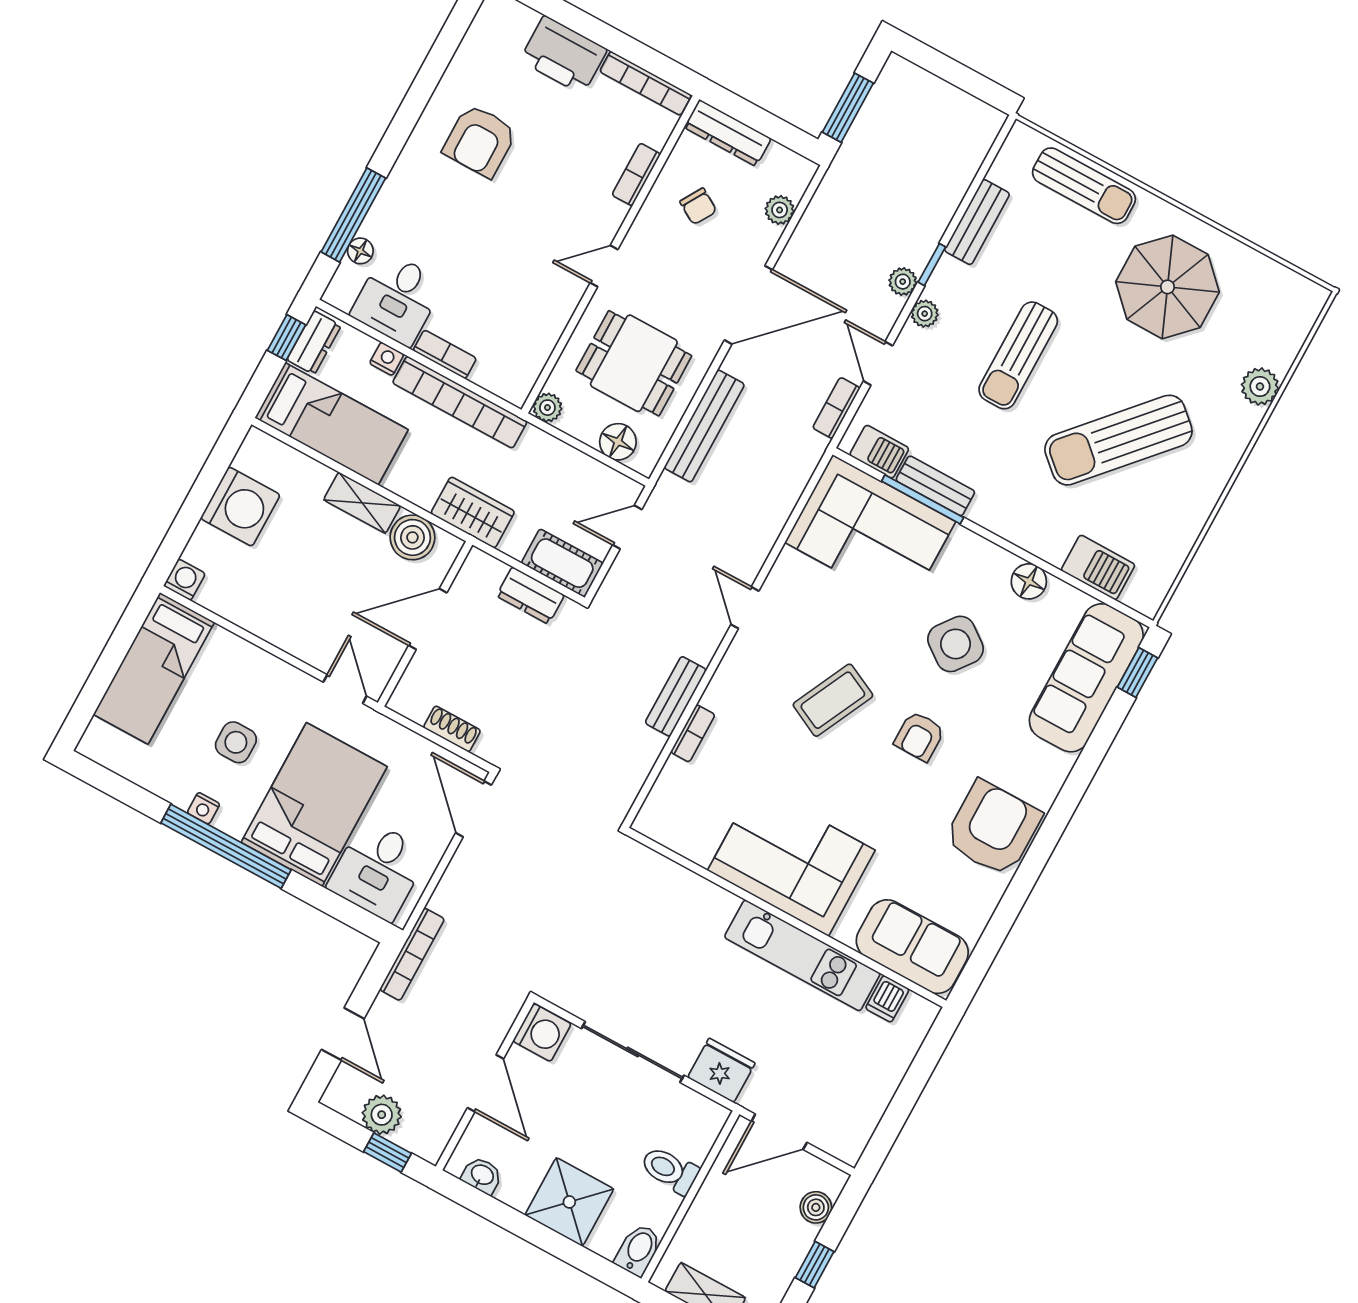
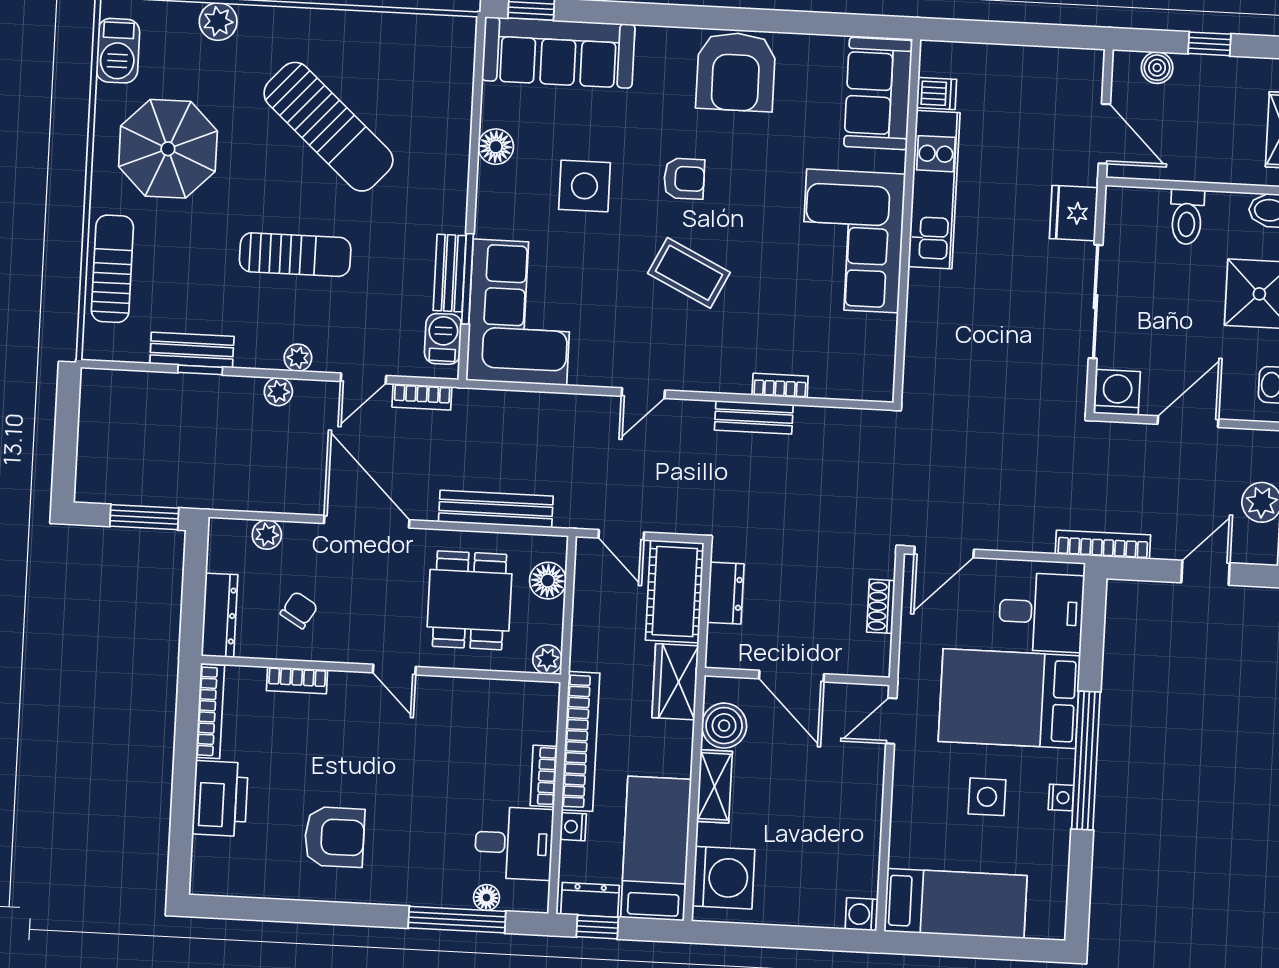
window: (932, 265) -> (200, 370), moved
washing machine: (240, 507) -> (723, 878), moved, turned 90
cot: (562, 563) -> (675, 592), width x1.37, depth x1.34
barbecue: (1098, 567) -> (118, 51), moved, turned 180
side table: (956, 644) -> (584, 186), turned -37
armchair: (993, 828) -> (736, 72), turned -90

